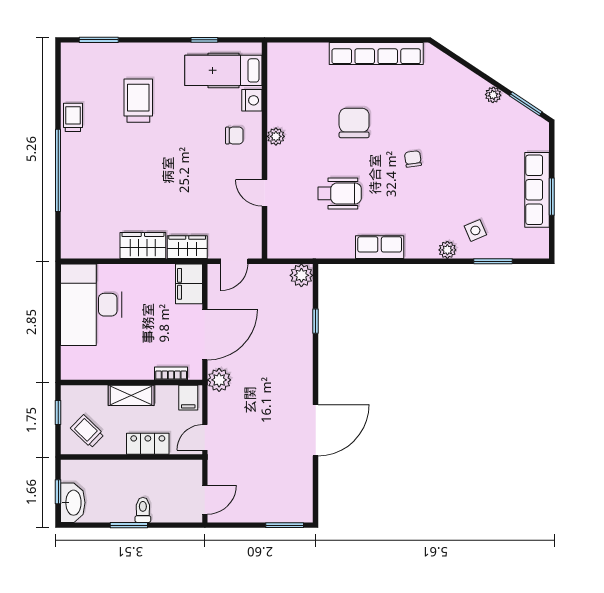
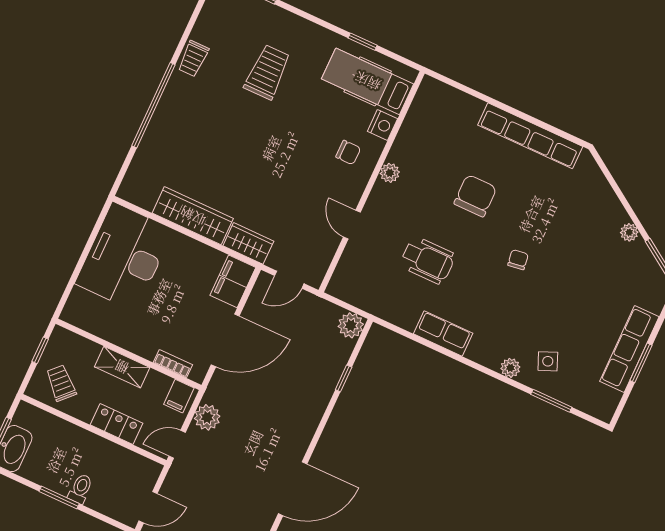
trolley: (73, 117) -> (193, 59), turned 180
wardrobe: (143, 245) -> (193, 216), width x1.50
plant: (219, 380) -> (207, 417), moved

